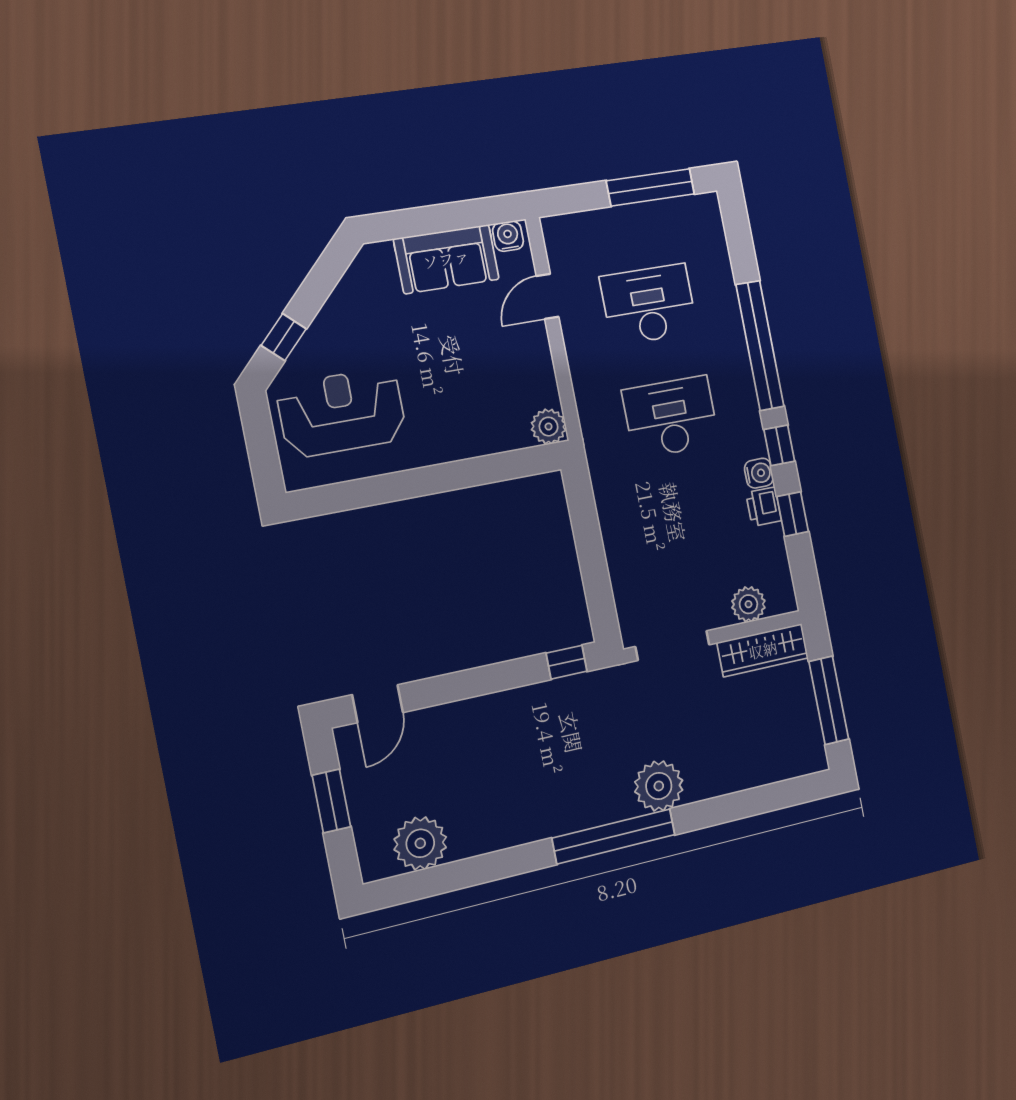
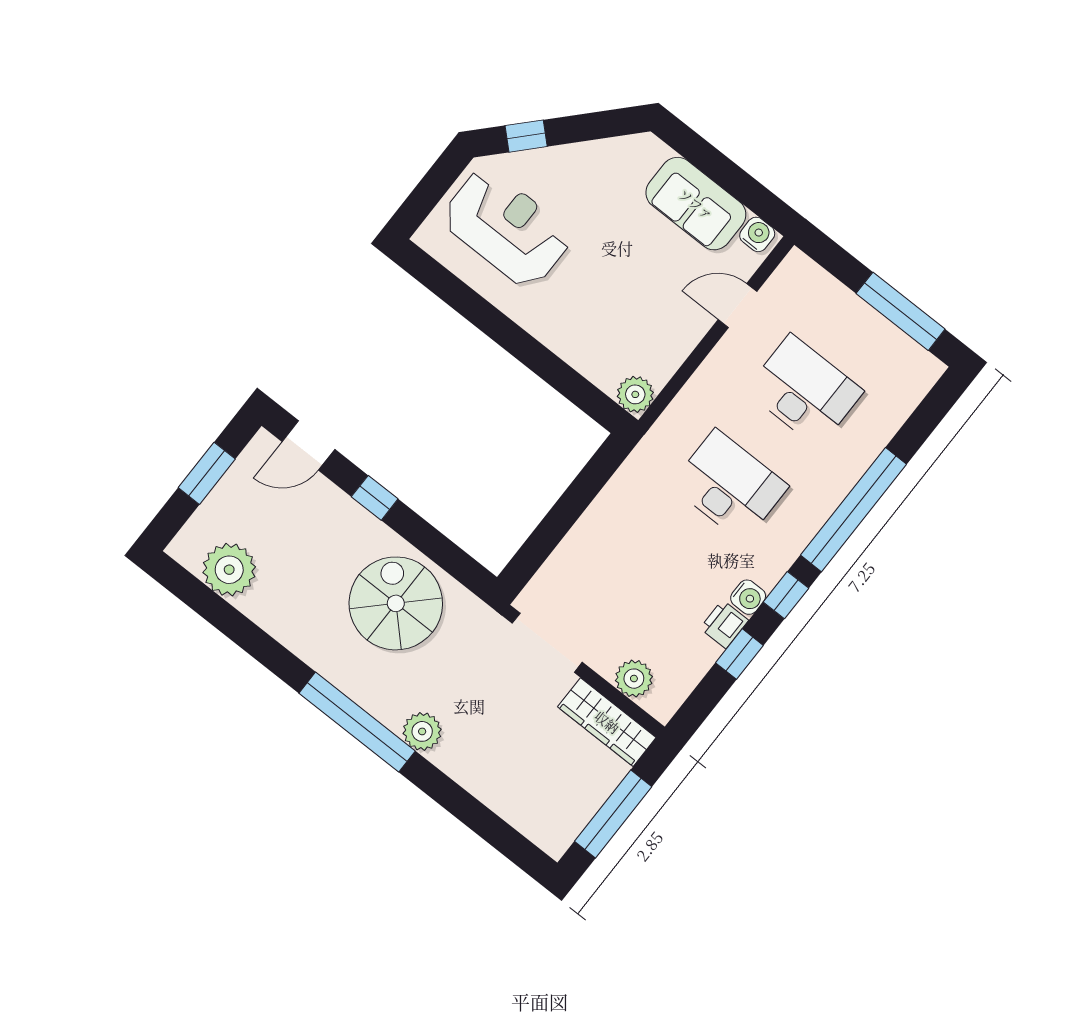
window: (567, 662) -> (375, 498), moved
spiral stairs: (552, 735) -> (396, 603), added
plant: (659, 786) -> (422, 731), width x0.73, depth x0.73

